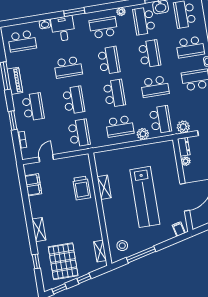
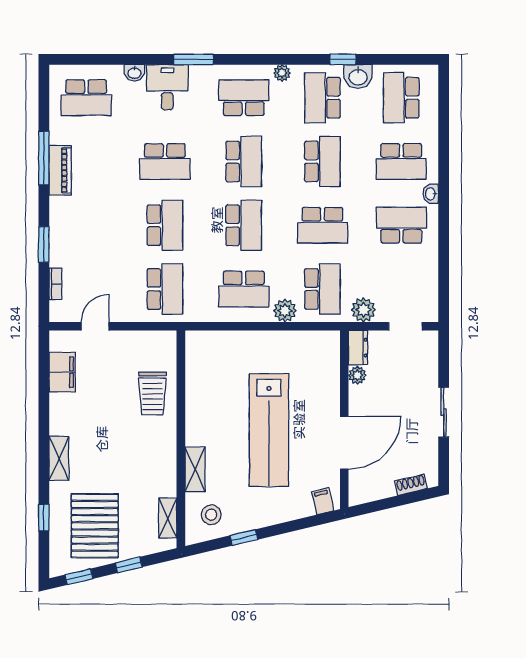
school desk: (33, 107) -> (86, 225), removed
shelving: (104, 187) -> (195, 469), moved
window: (141, 255) -> (244, 538), width x0.46

